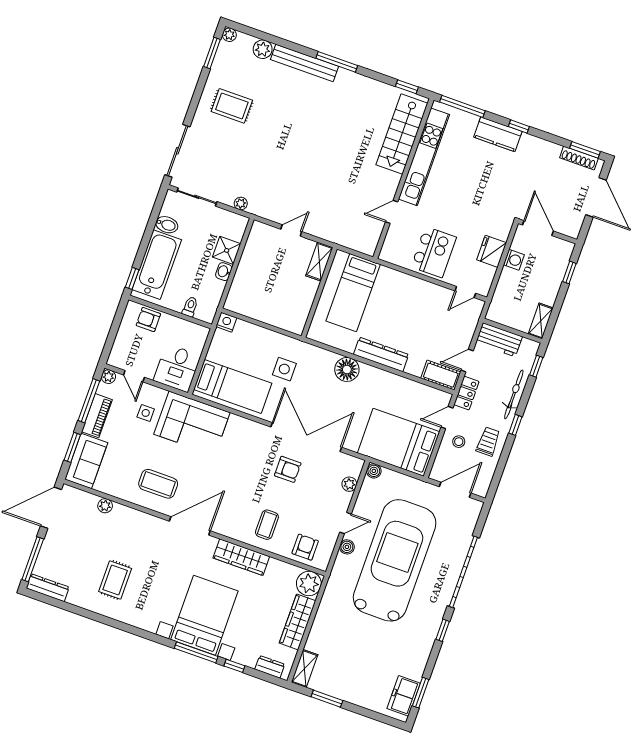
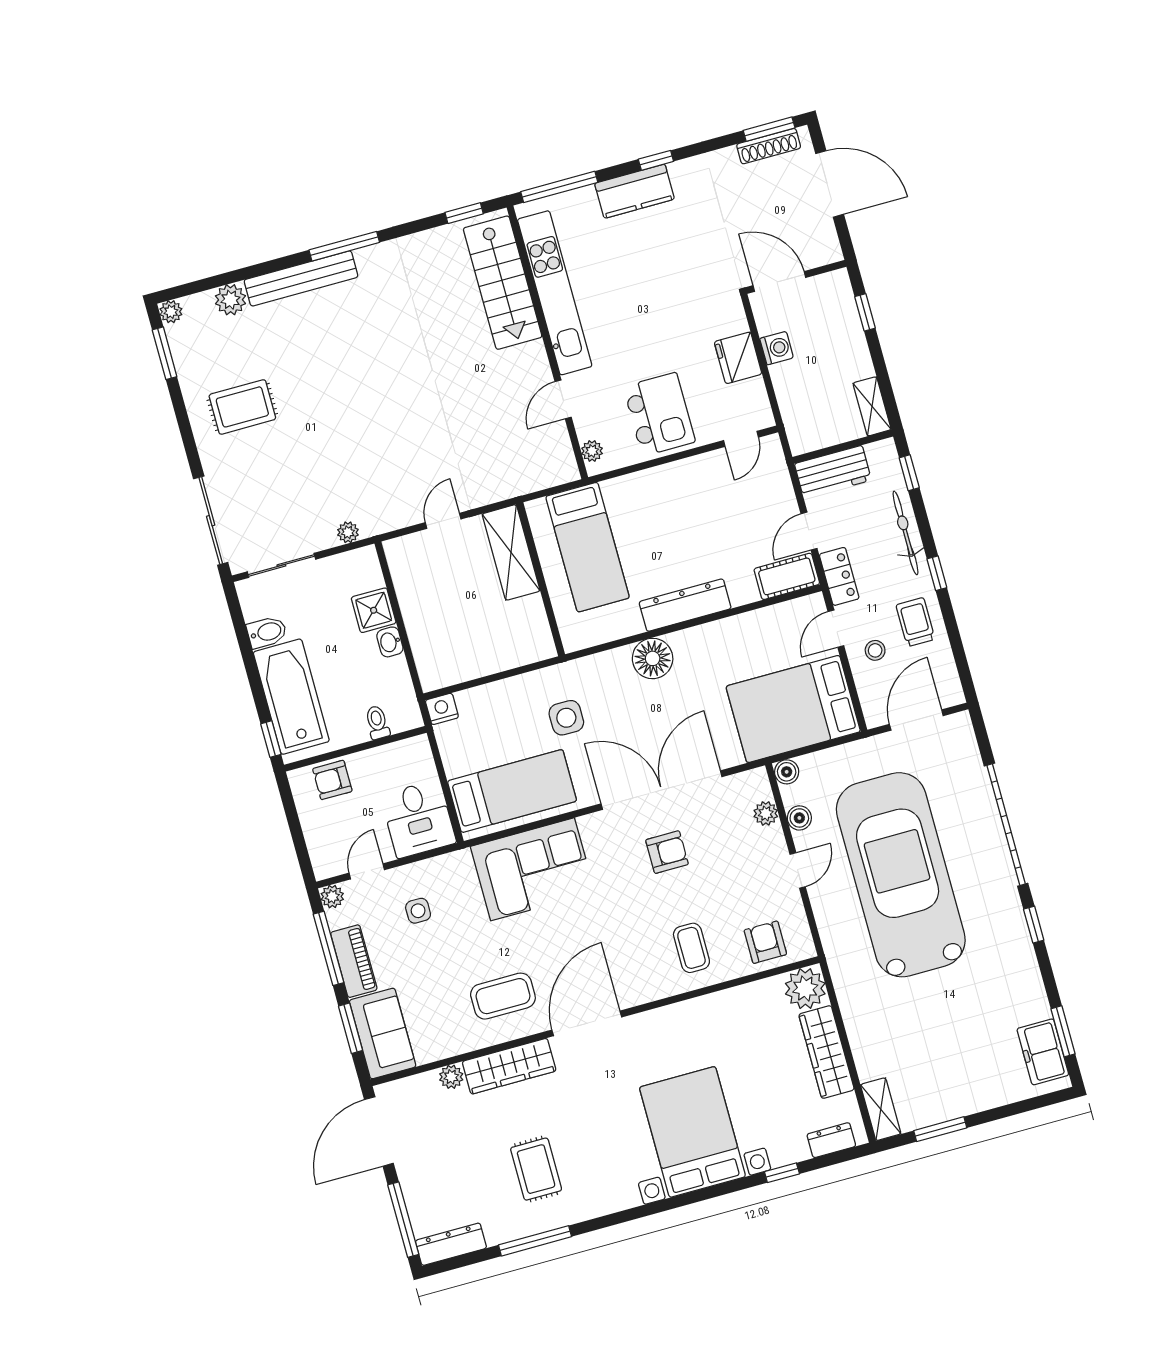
plant: (388, 247) -> (592, 451), added
shelving: (319, 262) -> (511, 552), width x1.50, depth x1.33
door: (134, 376) -> (367, 871), swing flipped
corner sofa: (192, 423) -> (533, 869), moved
boiler: (347, 547) -> (799, 818), moved
wardrobe: (241, 557) -> (509, 1066), moved
window: (196, 652) -> (535, 1241), moved

